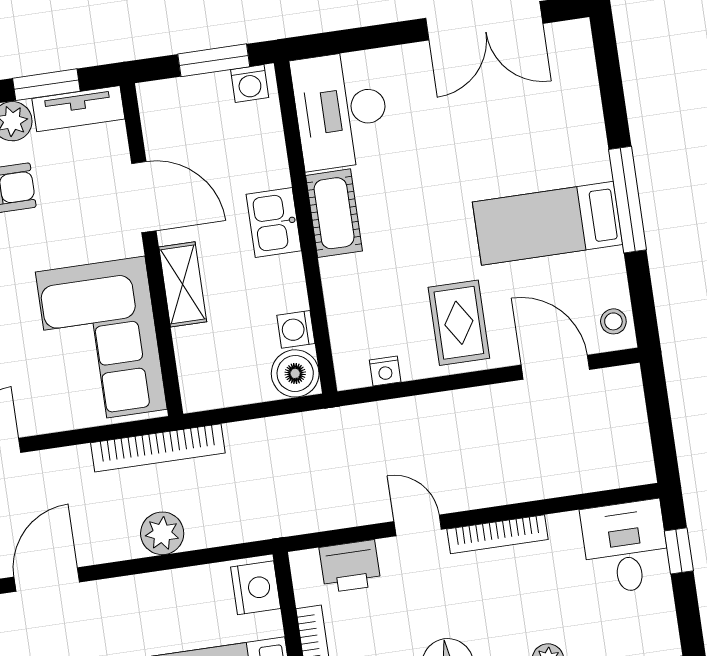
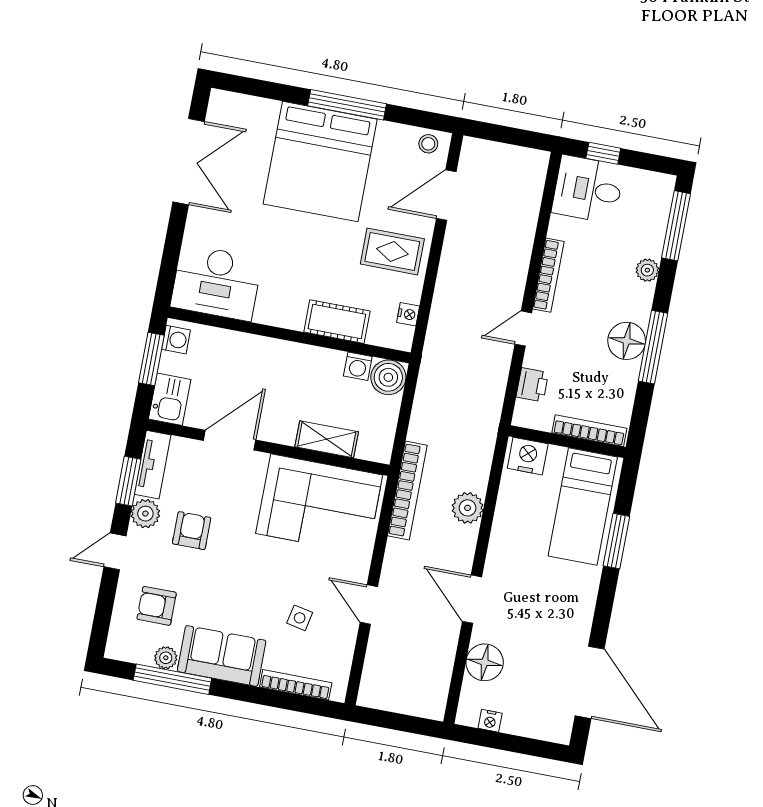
cot: (334, 213) -> (337, 322), moved
kitchen sink: (274, 223) -> (170, 399), moved, turned -90
bed: (547, 223) -> (320, 162), width x2.04
shelving: (183, 284) -> (327, 439), moved
printer: (350, 566) -> (532, 385), width x0.73, depth x0.81

